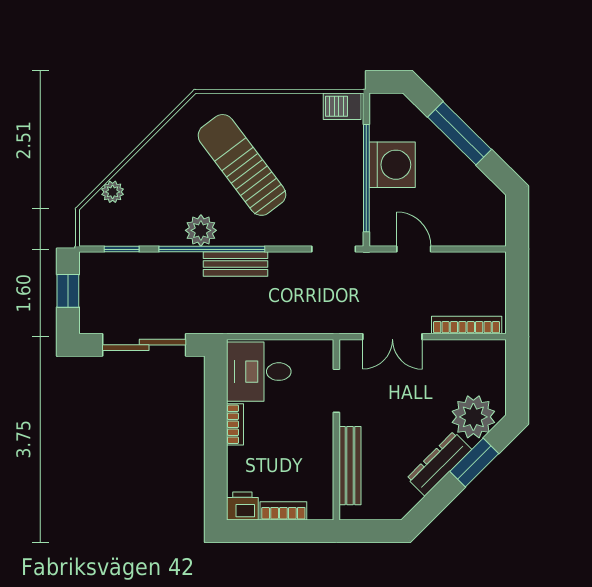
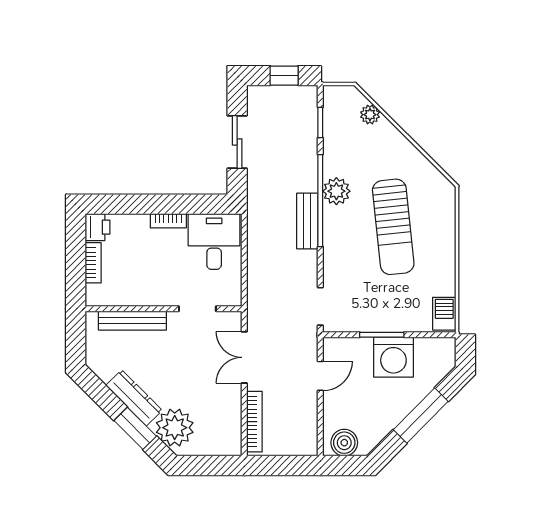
sun lounger: (242, 165) -> (393, 227), turned 121
window: (366, 178) -> (382, 335), width x0.47
boiler: (491, 221) -> (344, 443), added
sliding door: (144, 345) -> (237, 142), width x0.73

